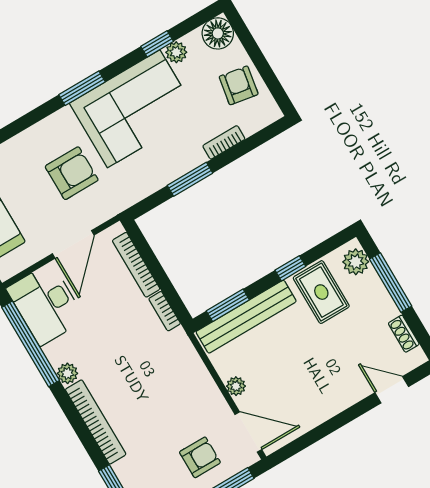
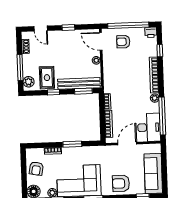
armchair: (72, 173) -> (121, 183), moved
window: (334, 424) -> (68, 27), added

